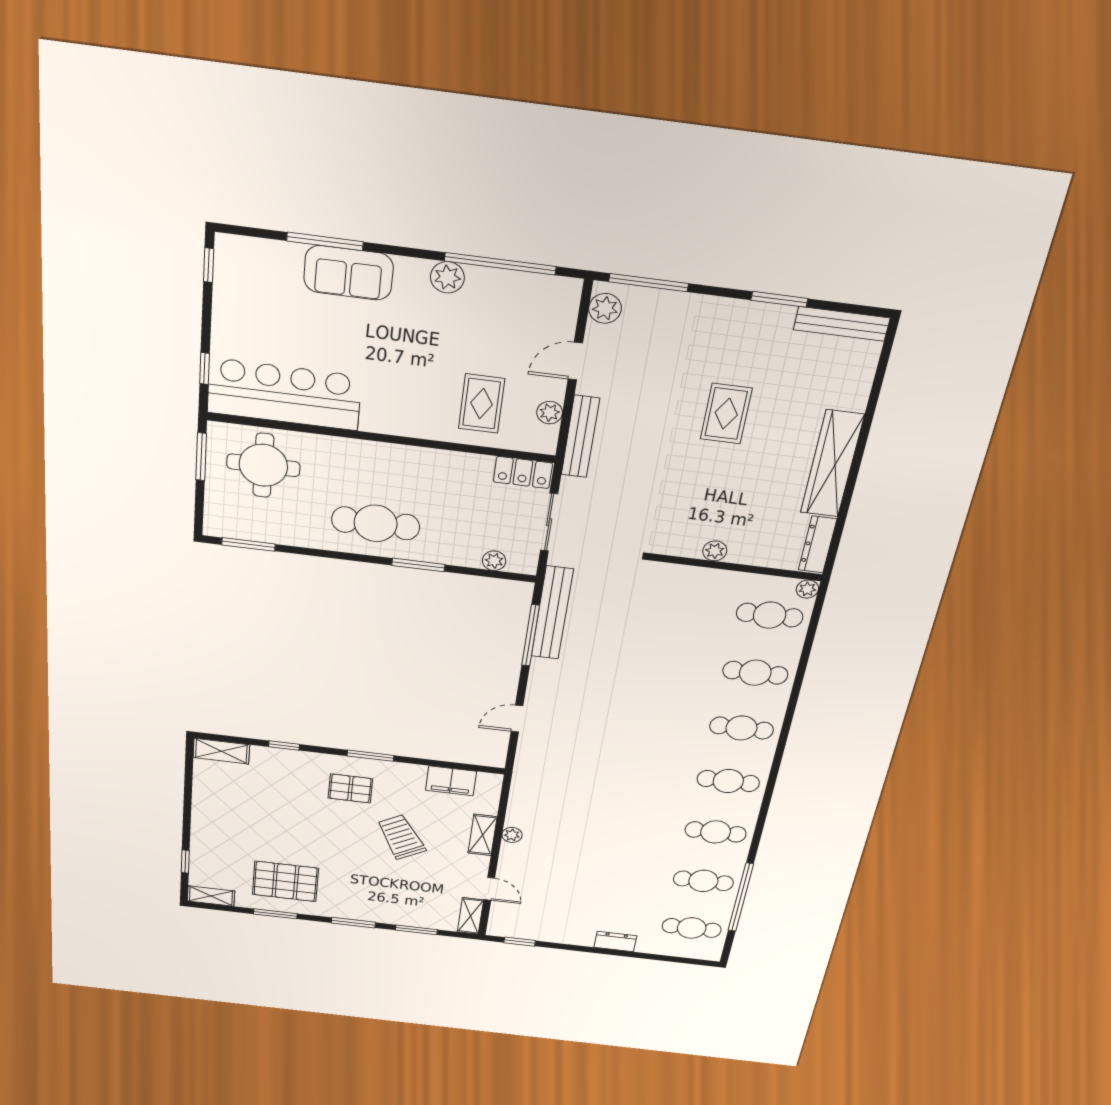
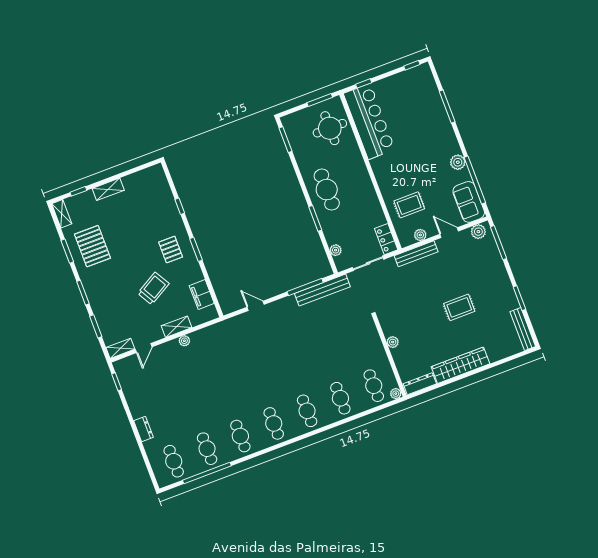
sofa: (348, 273) -> (469, 202), moved
shelving: (221, 751) -> (108, 189), moved, turned 90

